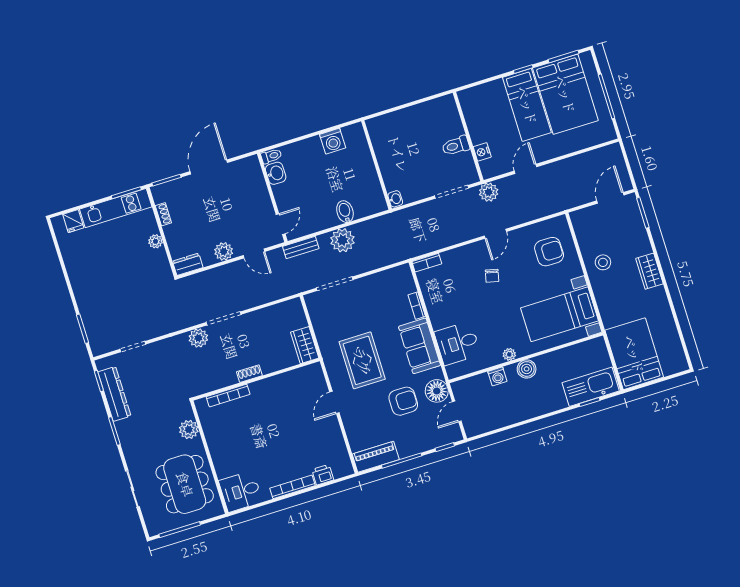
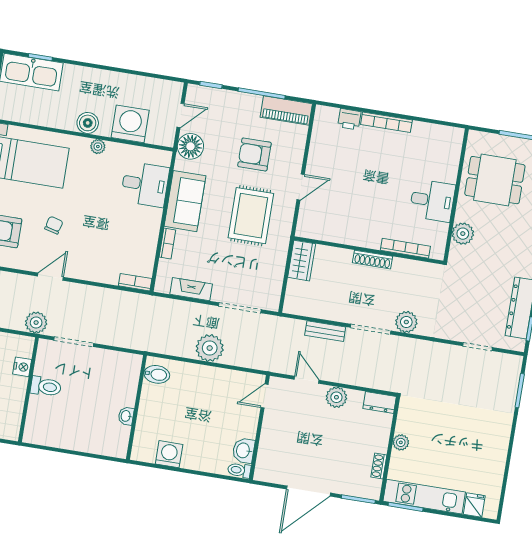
washbasin: (395, 199) -> (126, 416), moved
bidet: (345, 212) -> (157, 374), moved, turned -90
bench: (301, 247) -> (325, 331), moved
chair: (492, 276) -> (54, 225), moved
fireplace: (380, 279) -> (191, 289), added
shoe rack: (249, 374) -> (373, 260), width x1.43
washing machine: (497, 376) -> (130, 124), width x1.89, depth x1.89
armchair: (403, 401) -> (254, 154), moved
dining table: (185, 484) -> (495, 180), width x0.73
desk: (241, 491) -> (432, 201), moved

